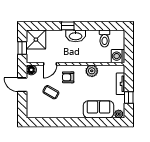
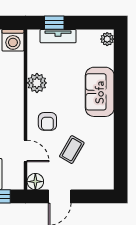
window: (129, 98) -> (54, 23), moved
sofa: (99, 109) -> (100, 92), moved

